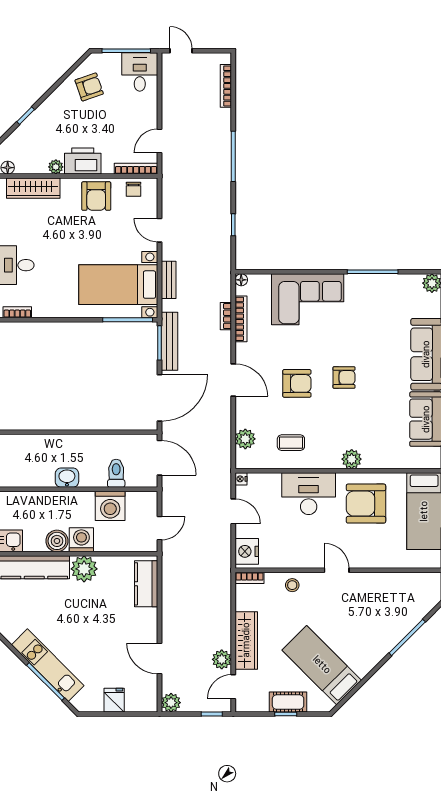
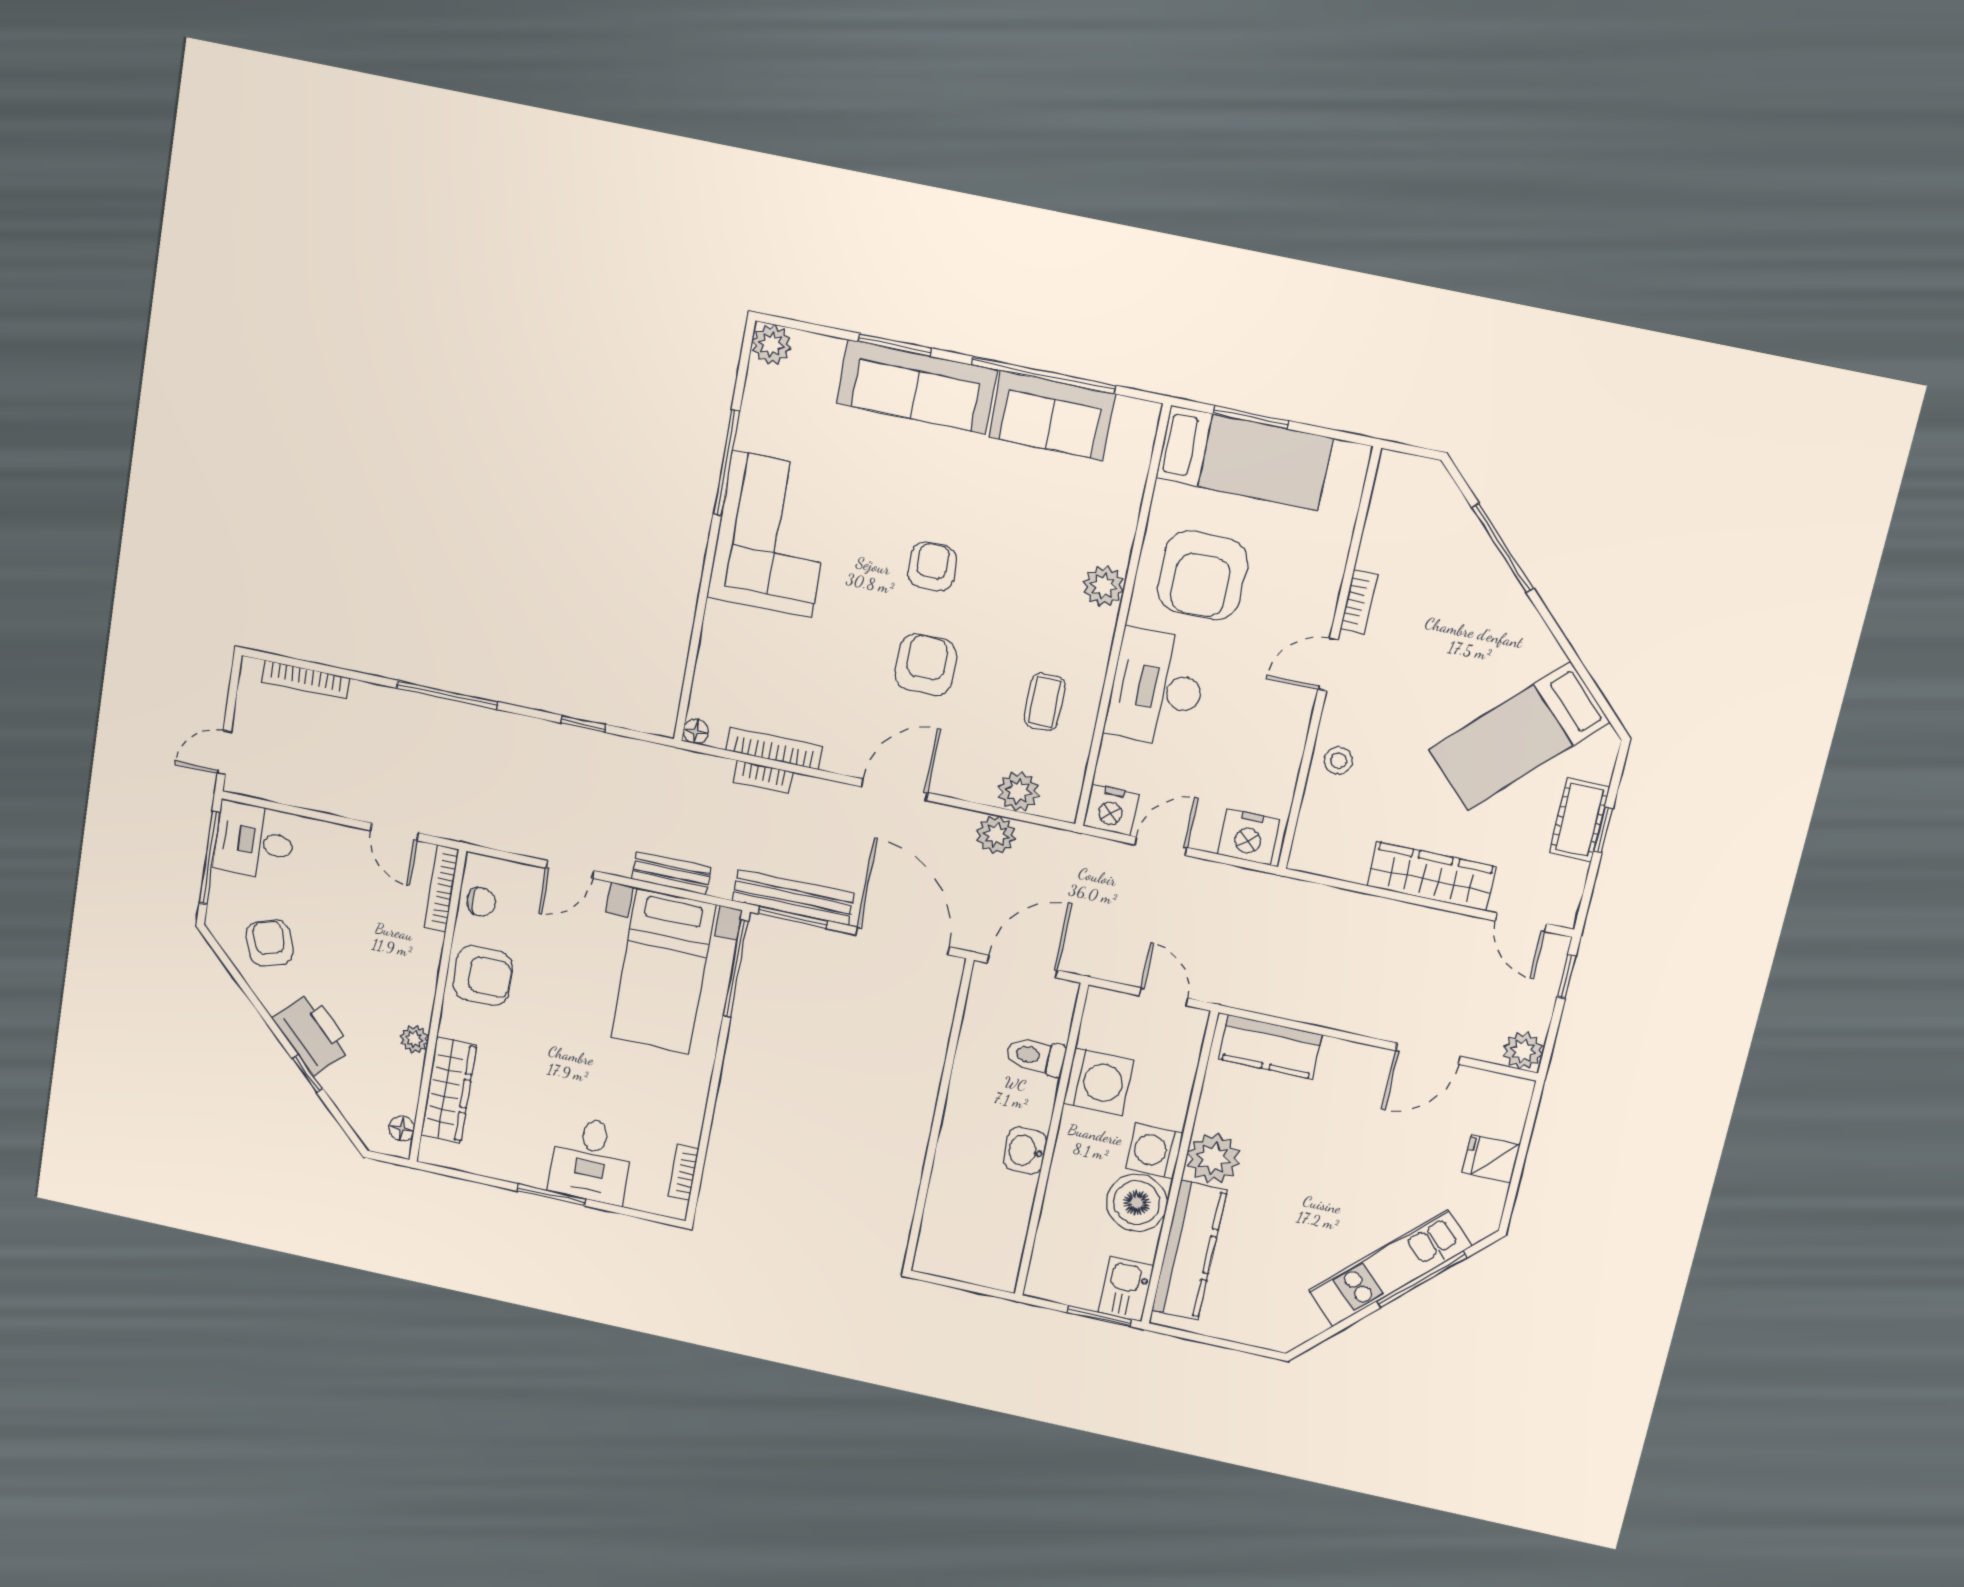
printer: (83, 161) -> (313, 1034), moved, turned 135
corner sofa: (308, 299) -> (772, 534), moved
nightstand: (241, 479) -> (1111, 810), width x1.89, depth x1.79
boiler: (57, 541) -> (1137, 1203), width x1.37, depth x1.37
bookcase: (250, 578) -> (1359, 602), moved
plant: (222, 659) -> (996, 835), moved

